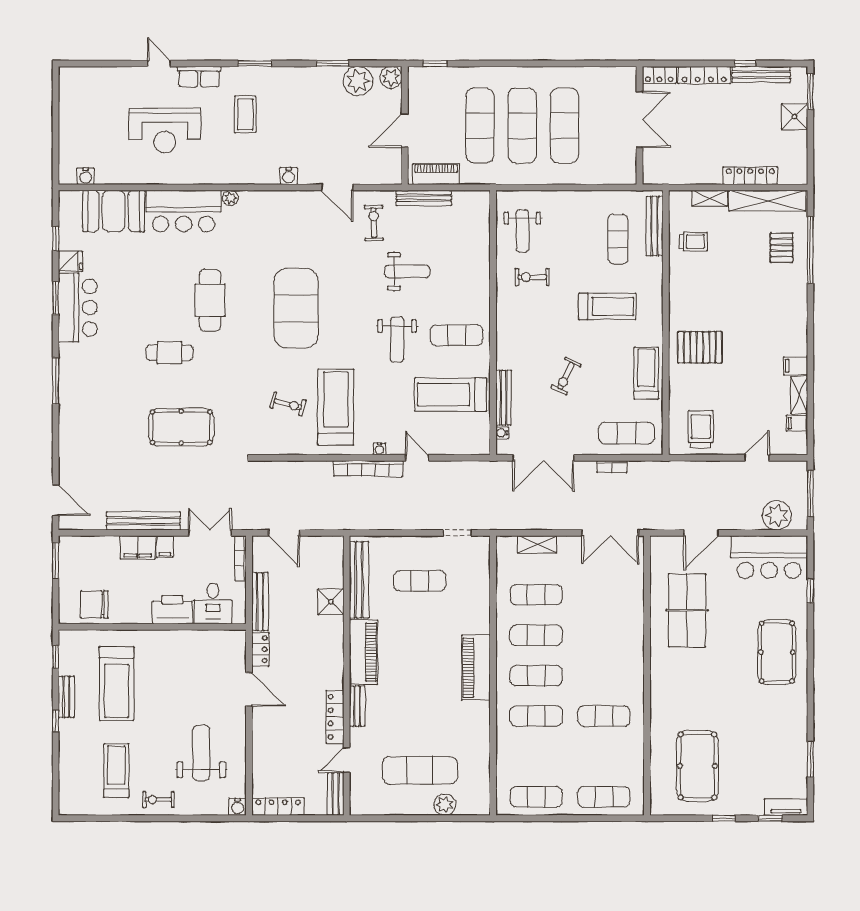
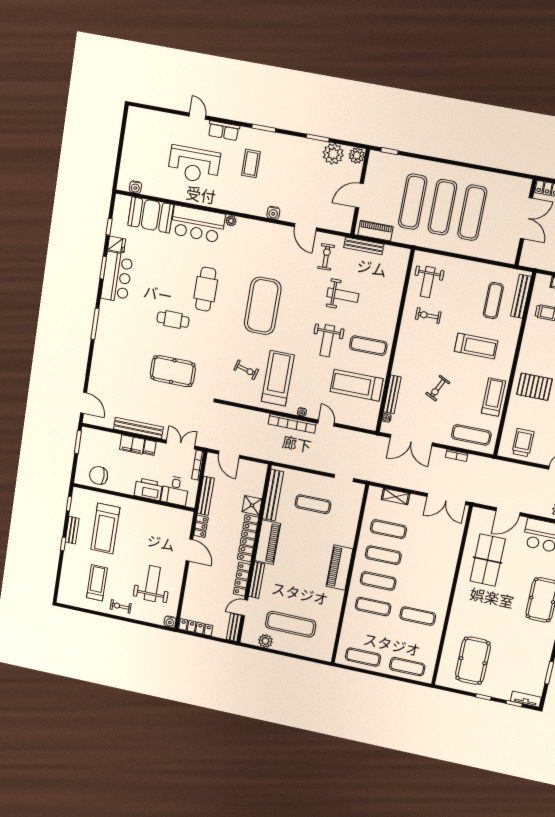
locker: (334, 652) -> (248, 538), added
bench: (357, 706) -> (257, 580), width x1.36
plant: (445, 805) -> (265, 641), moved

